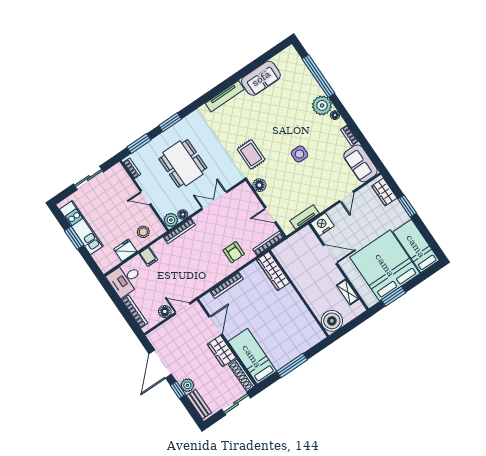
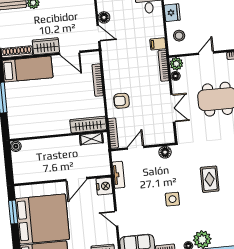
rug: (251, 154) -> (210, 179), moved, turned 90
filing cabinet: (148, 257) -> (158, 44), moved
shelving: (348, 292) -> (91, 139), moved
door: (183, 308) -> (98, 33), hinge flipped
boiler: (332, 321) -> (16, 146), width x0.54, depth x0.54

